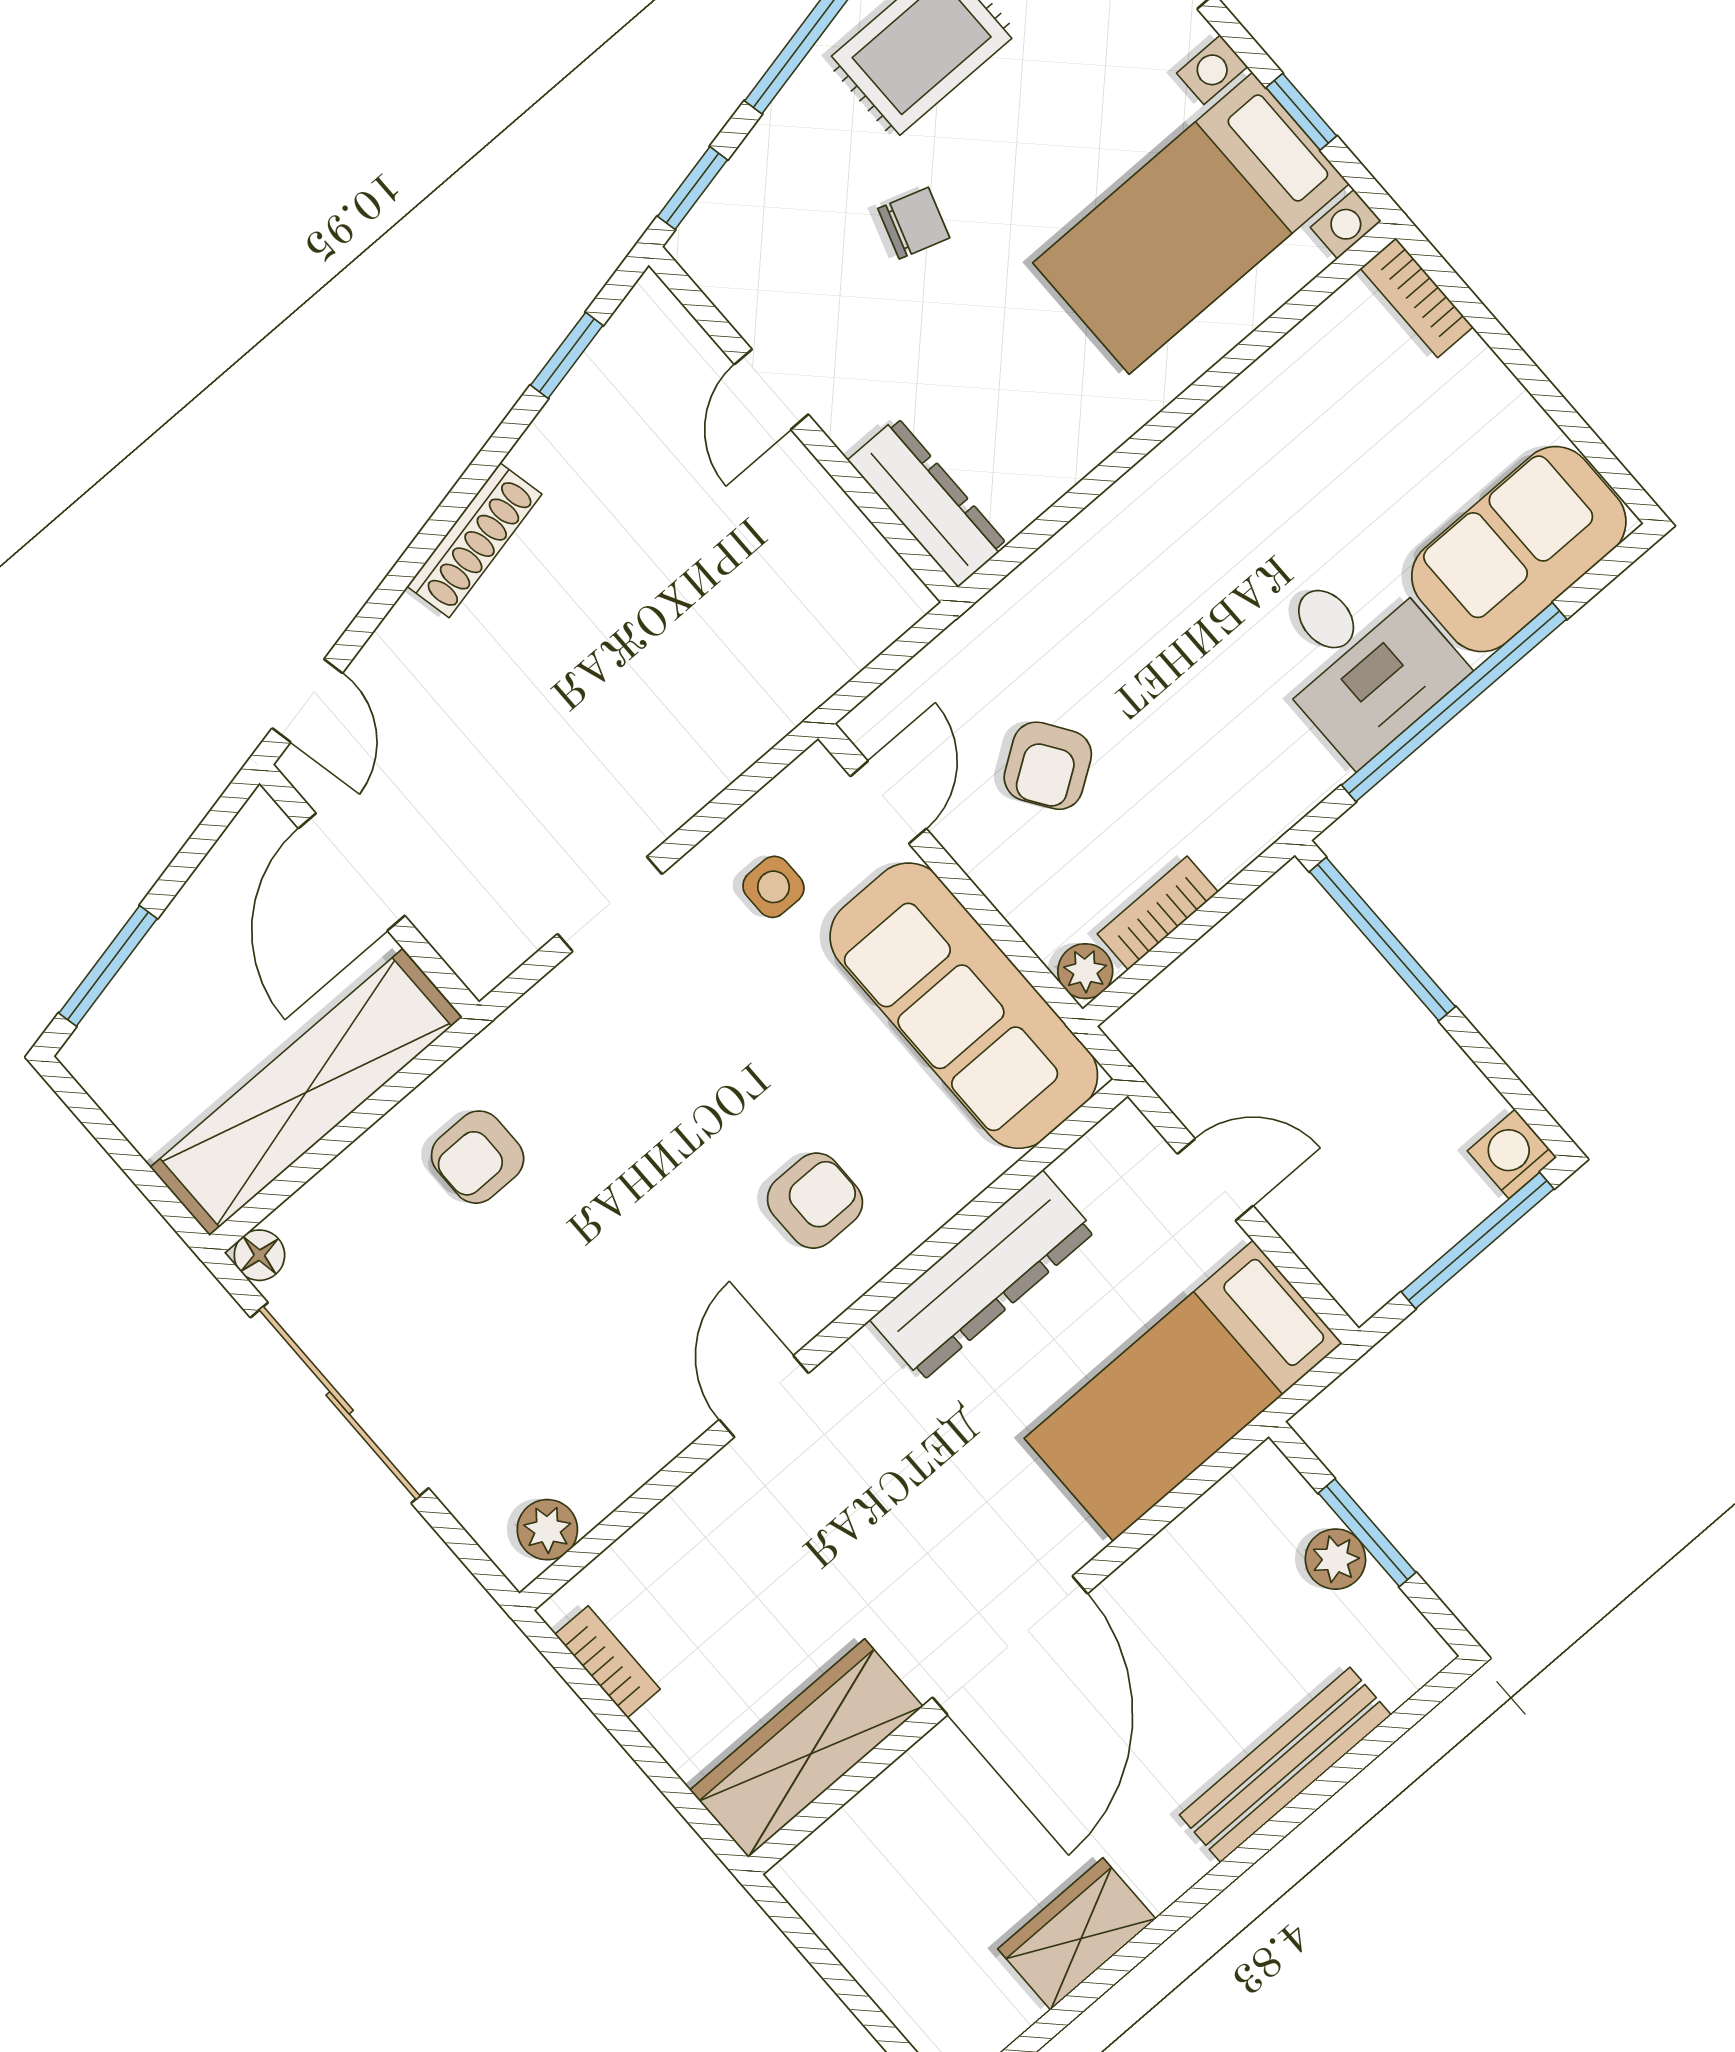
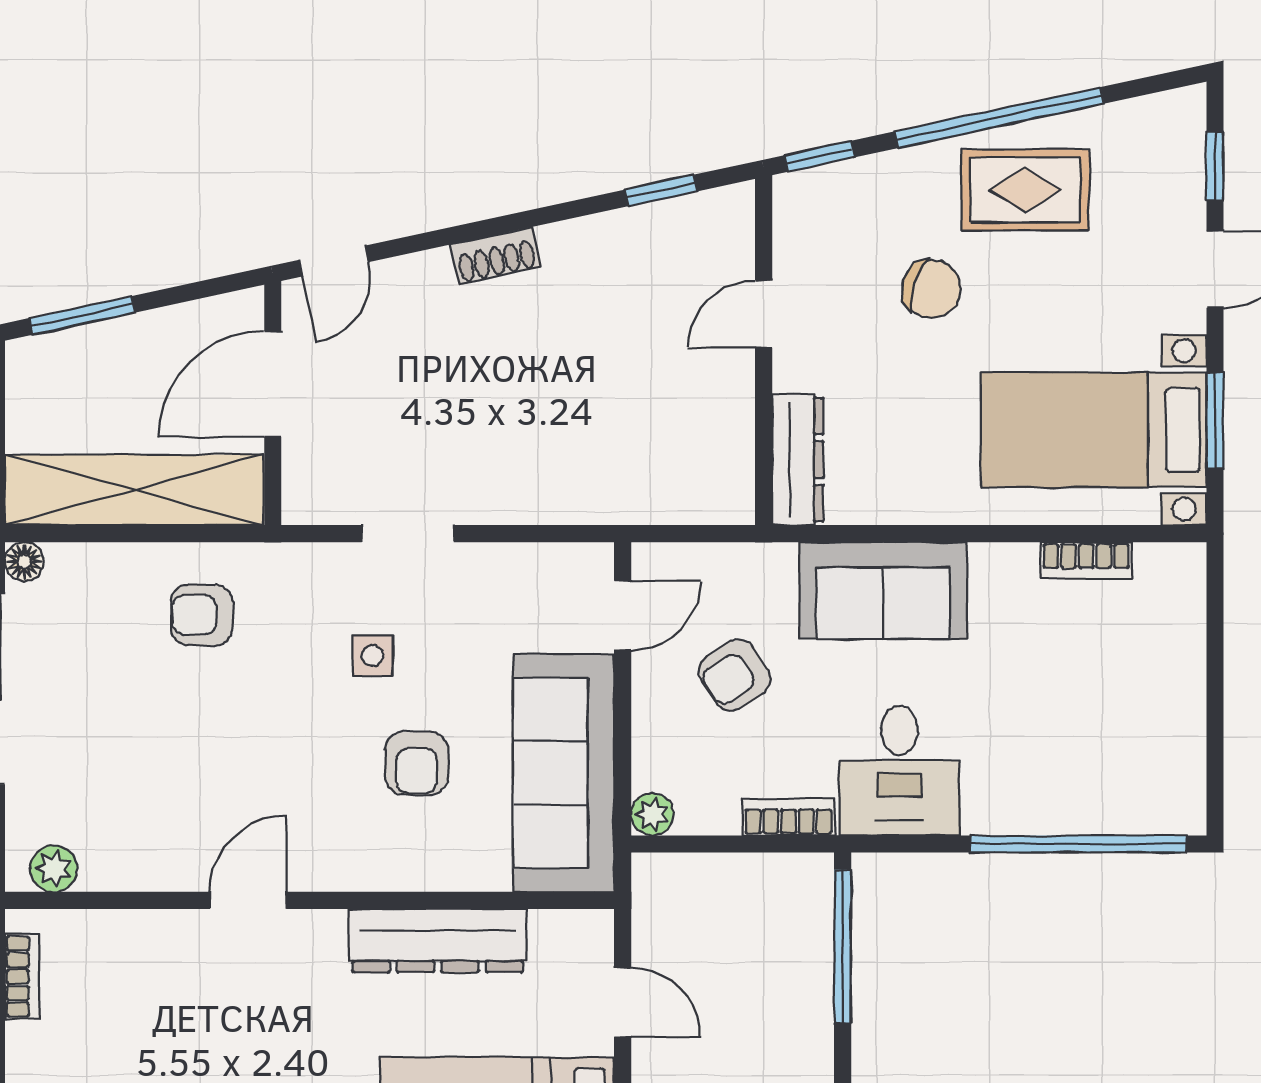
window: (1301, 112) -> (1215, 421), width x1.50
chair: (914, 223) -> (931, 289), width x1.37, depth x1.37
bookcase: (1417, 298) -> (1086, 560), moved, turned -90
shoe rack: (474, 540) -> (496, 256), width x0.70
sofa: (1519, 549) -> (883, 591), moved, turned 180
desk: (1360, 658) -> (899, 771), moved
window: (1454, 702) -> (1078, 844), moved
side table: (773, 887) -> (372, 656), moved
bookcase: (1158, 913) -> (788, 817), moved
armchair: (815, 1201) -> (417, 763), moved, turned 90

